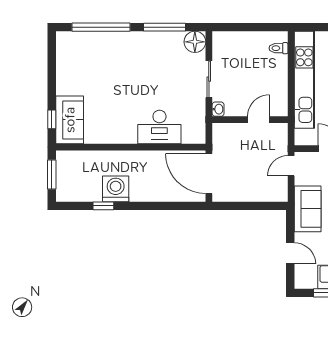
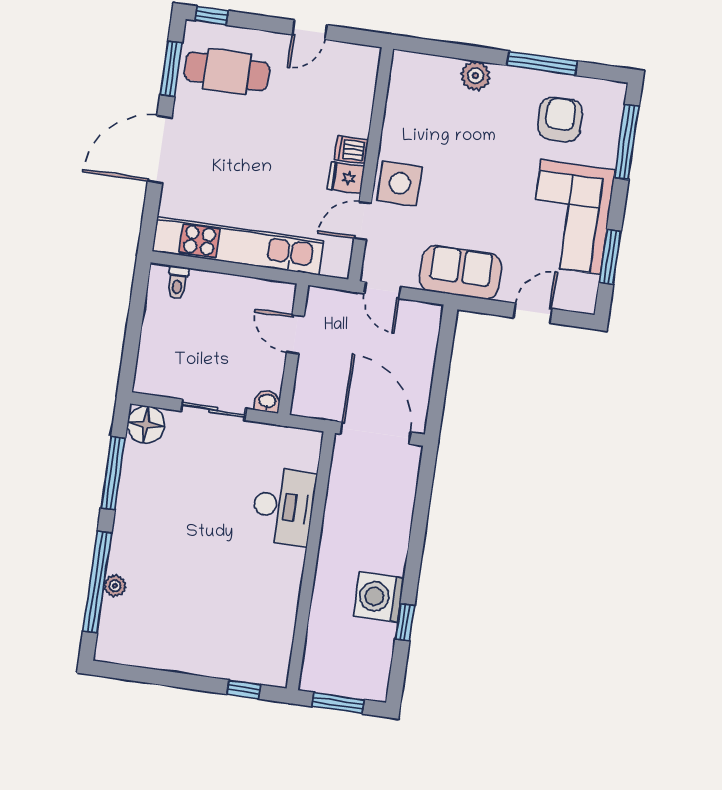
plant: (100, 37) -> (115, 586), added
sofa: (70, 120) -> (249, 659), removed
door: (209, 174) -> (375, 433), swing flipped

